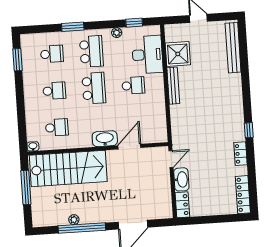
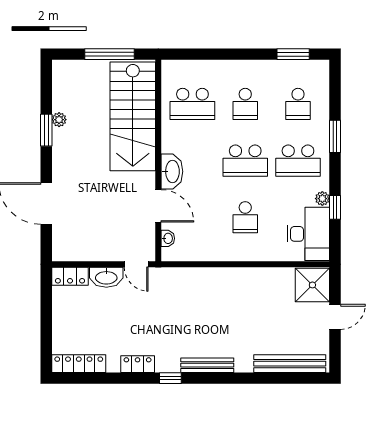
window: (134, 23) -> (335, 207), moved
shower: (178, 54) -> (312, 285), moved
desk: (147, 55) -> (308, 234), moved, turned -90
bench: (173, 86) -> (207, 365), moved
school desk: (57, 127) -> (192, 104), width x1.85
washbasin: (33, 146) -> (168, 238), moved
window: (82, 228) -> (46, 130), width x0.47

